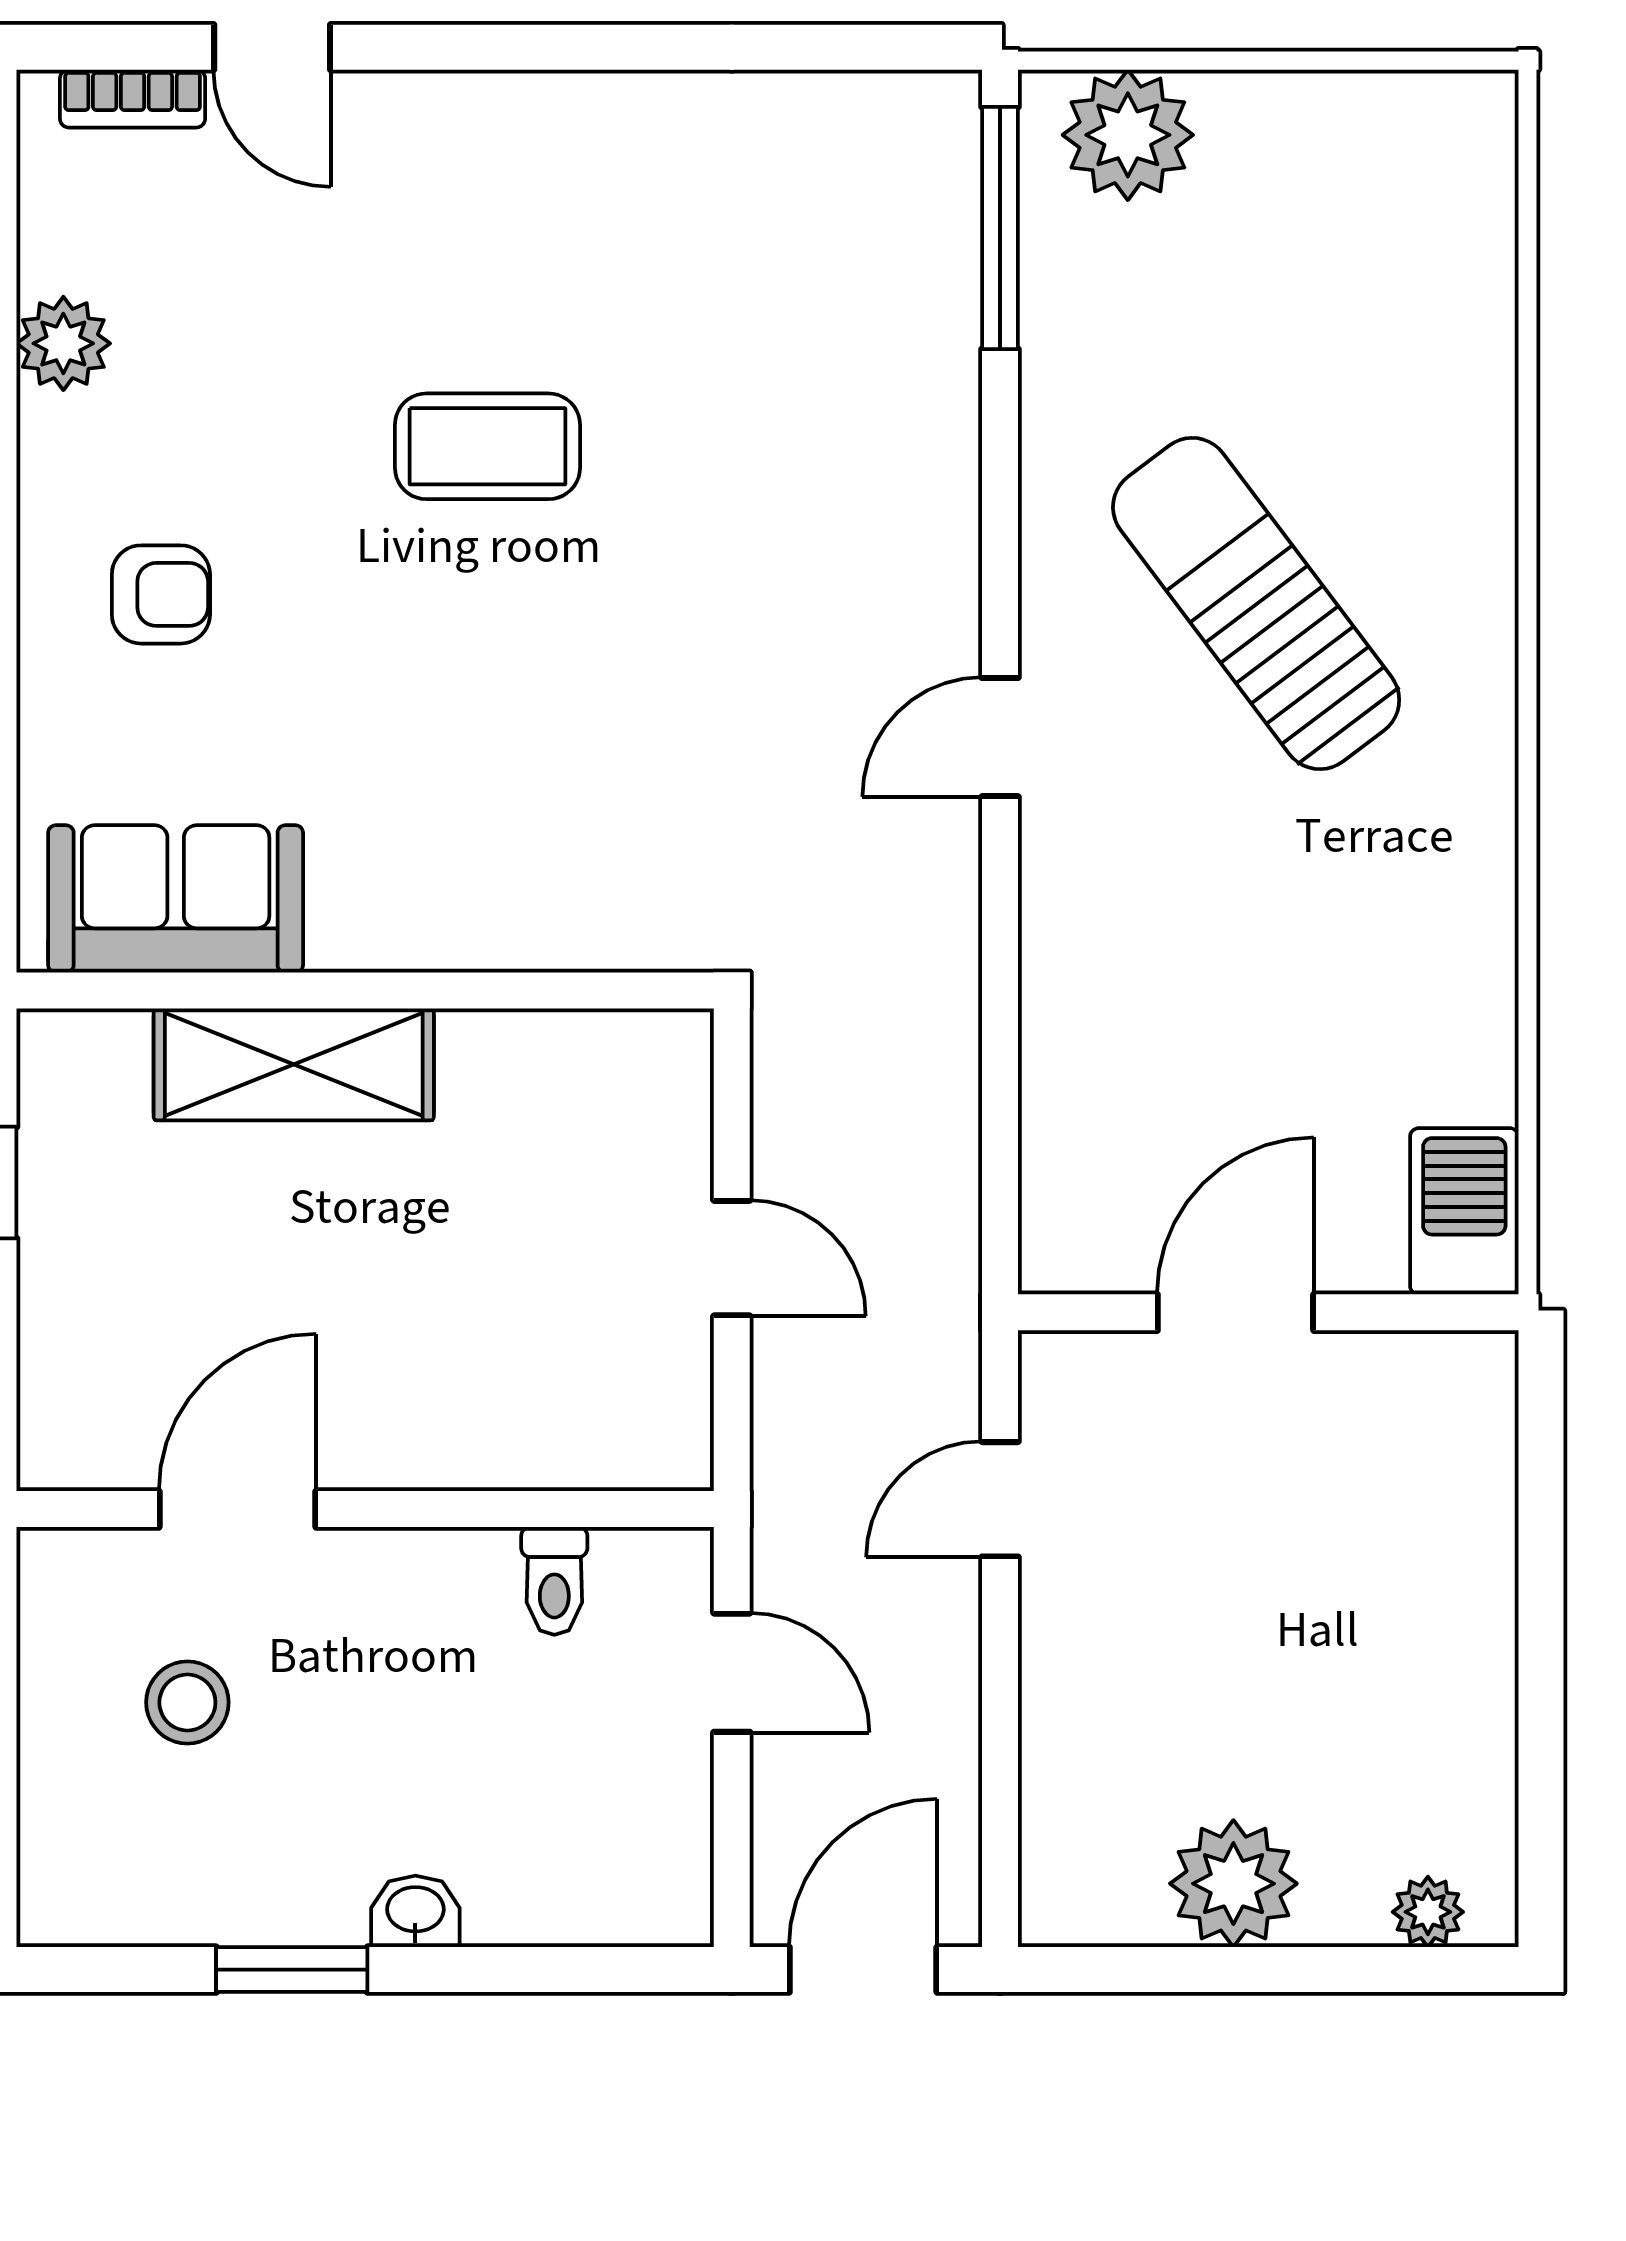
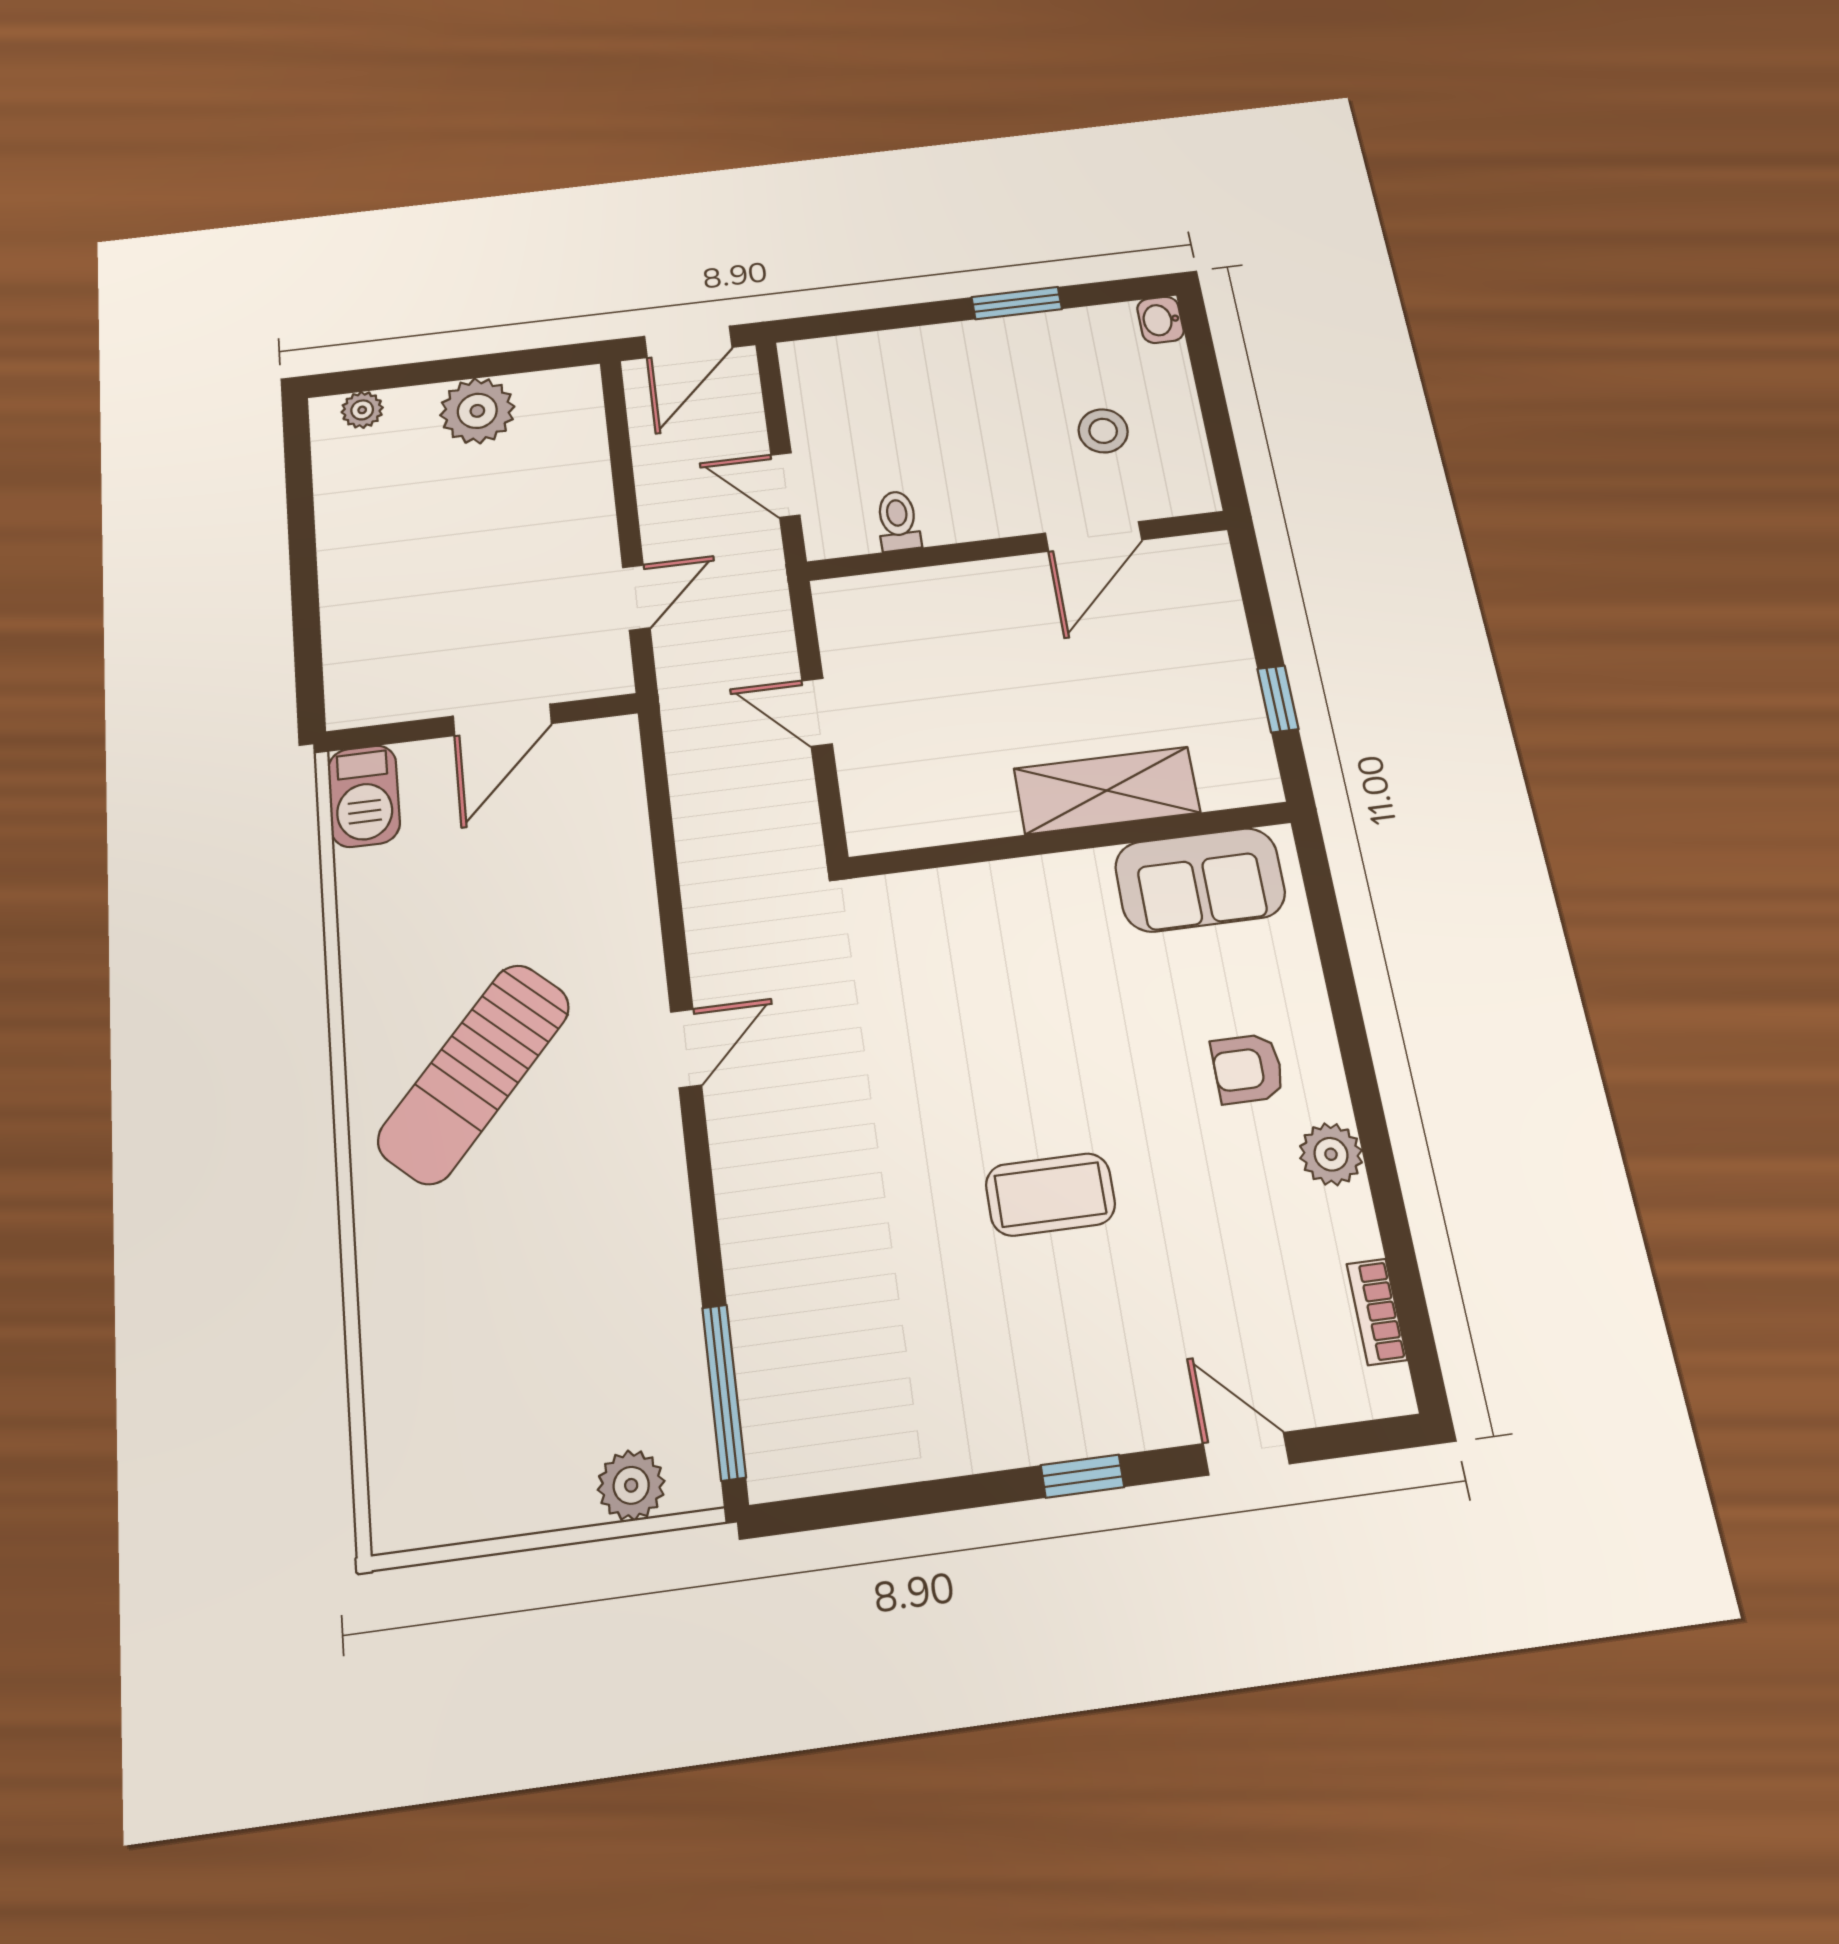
window: (508, 47) -> (1082, 1476), added
bookcase: (133, 99) -> (1377, 1312), moved, turned -90
plant: (1128, 135) -> (631, 1485), width x0.73, depth x0.73
plant: (63, 343) -> (1331, 1154), moved
sun lounger: (1256, 604) -> (474, 1073), moved, turned 79
washbasin: (415, 1911) -> (1160, 320), moved, turned 90

